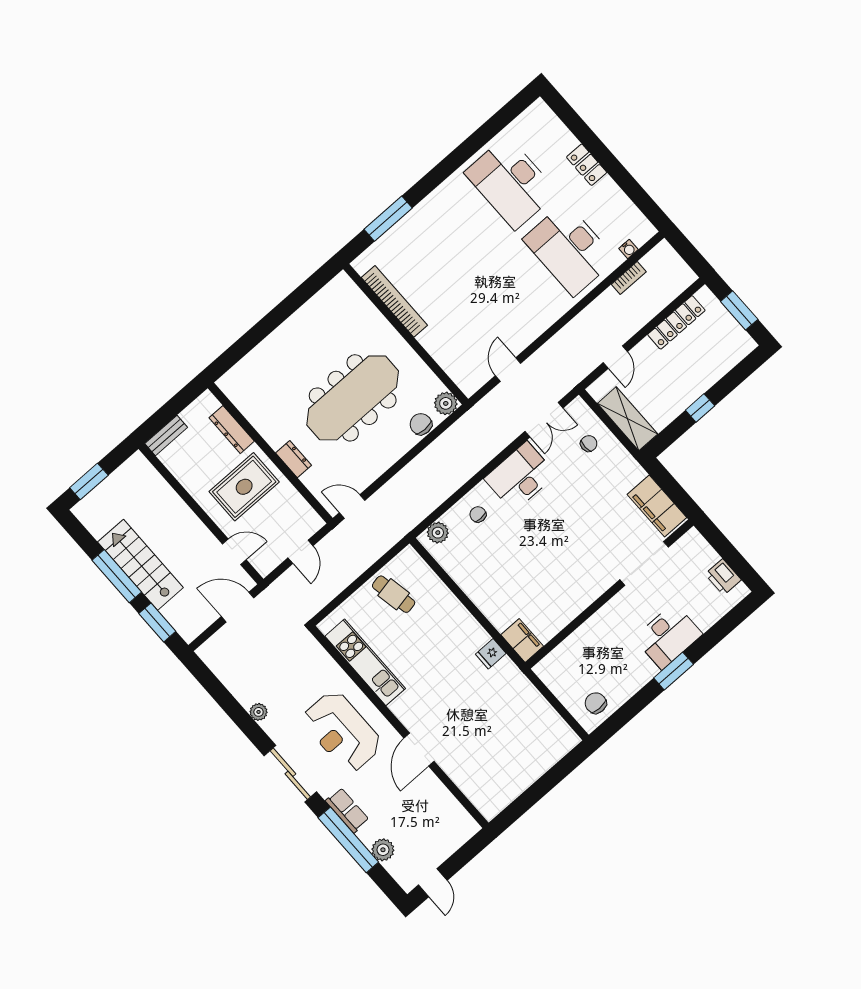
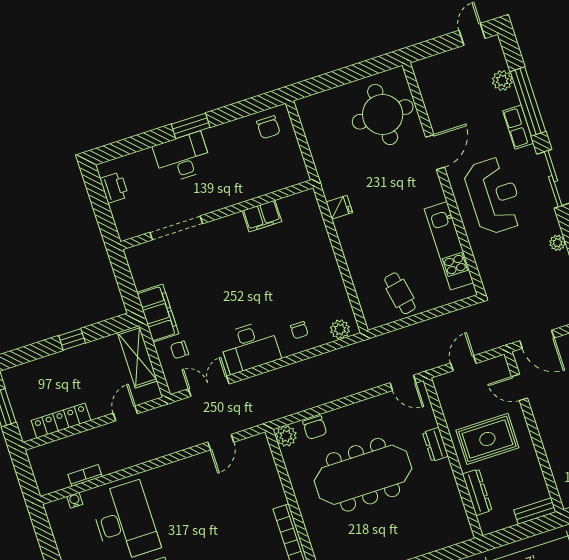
filing cabinet: (657, 506) -> (158, 313), moved
filing cabinet: (522, 640) -> (262, 216), moved, turned -90
round table: (487, 765) -> (383, 114), added

